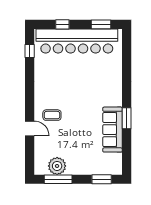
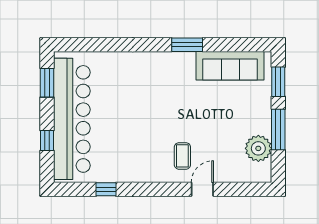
window: (30, 51) -> (106, 189), moved
sofa: (112, 130) -> (230, 66), moved
window: (58, 179) -> (278, 130), moved

